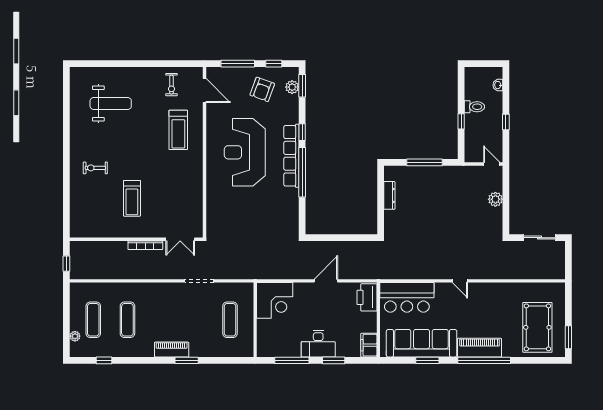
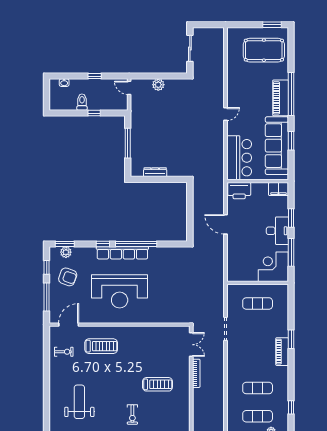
door: (492, 164) -> (129, 88), hinge flipped
corner desk: (275, 300) -> (273, 267), moved, turned -90

